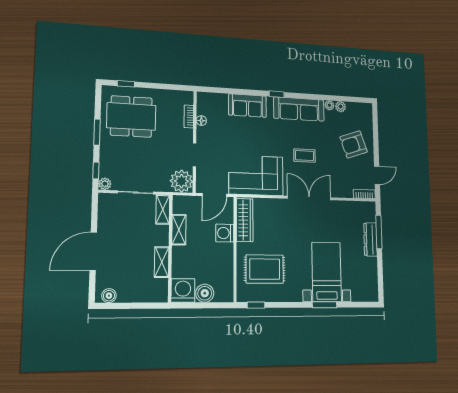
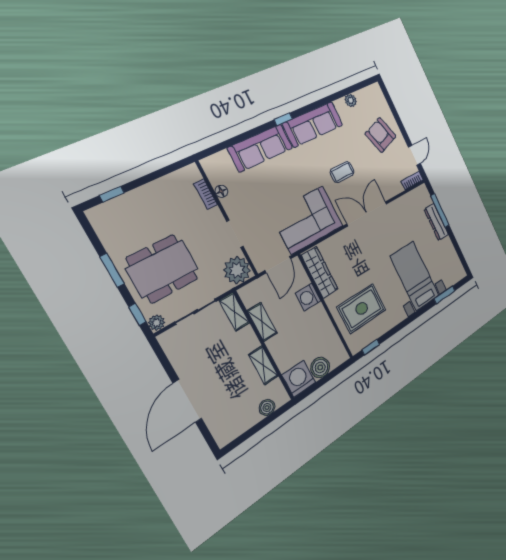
plant: (329, 105) -> (340, 105), removed
sofa: (247, 106) -> (260, 148), width x1.36
dining table: (131, 116) -> (162, 269), moved
armchair: (354, 144) -> (381, 135), turned 90
boiler: (109, 296) -> (267, 407), moved
window: (325, 305) -> (445, 295), moved

